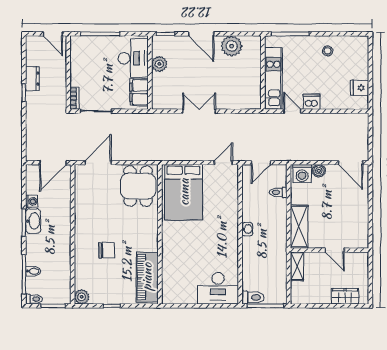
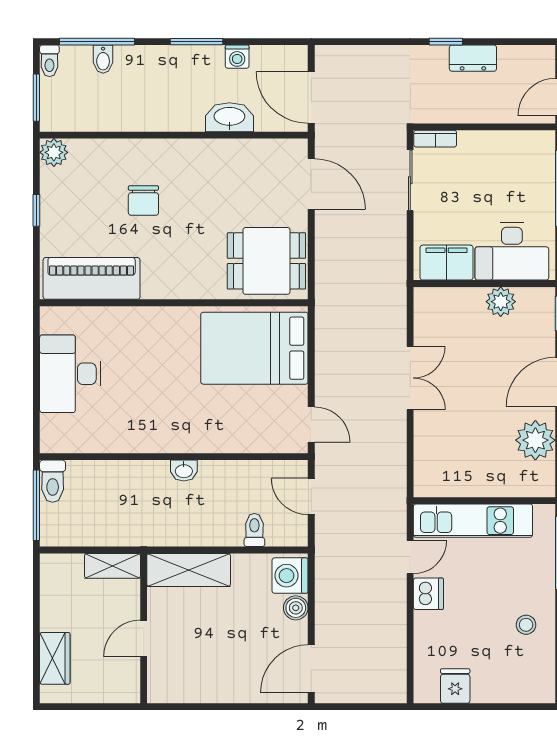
washbasin: (33, 221) -> (229, 117), moved, turned 180
desk: (218, 288) -> (70, 374), moved

